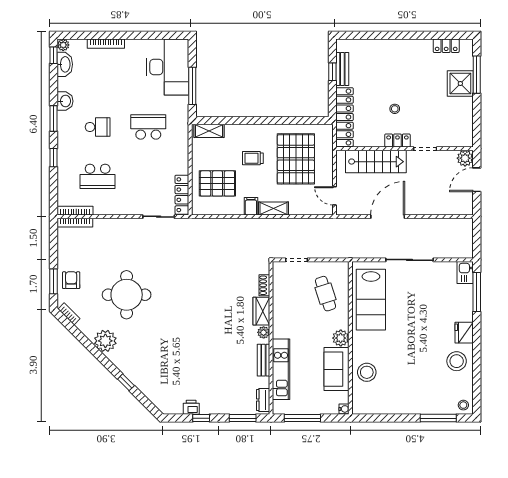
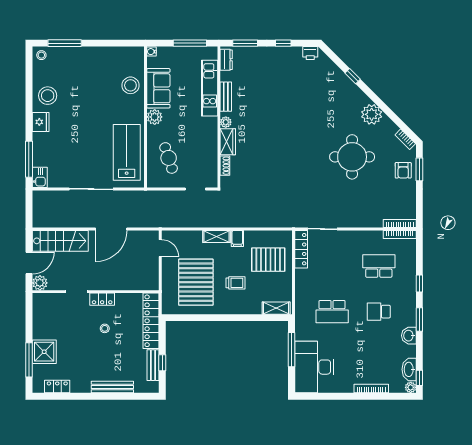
bench: (386, 45) -> (112, 387), added
stairs: (376, 162) -> (60, 241), moved, turned 180
printer: (191, 407) -> (310, 53), moved

